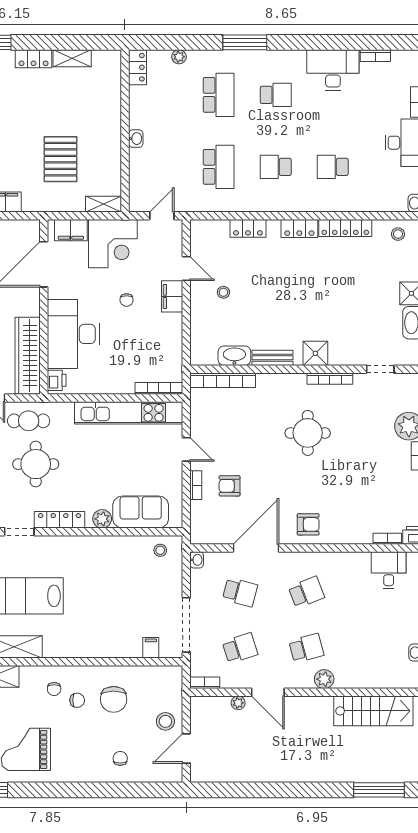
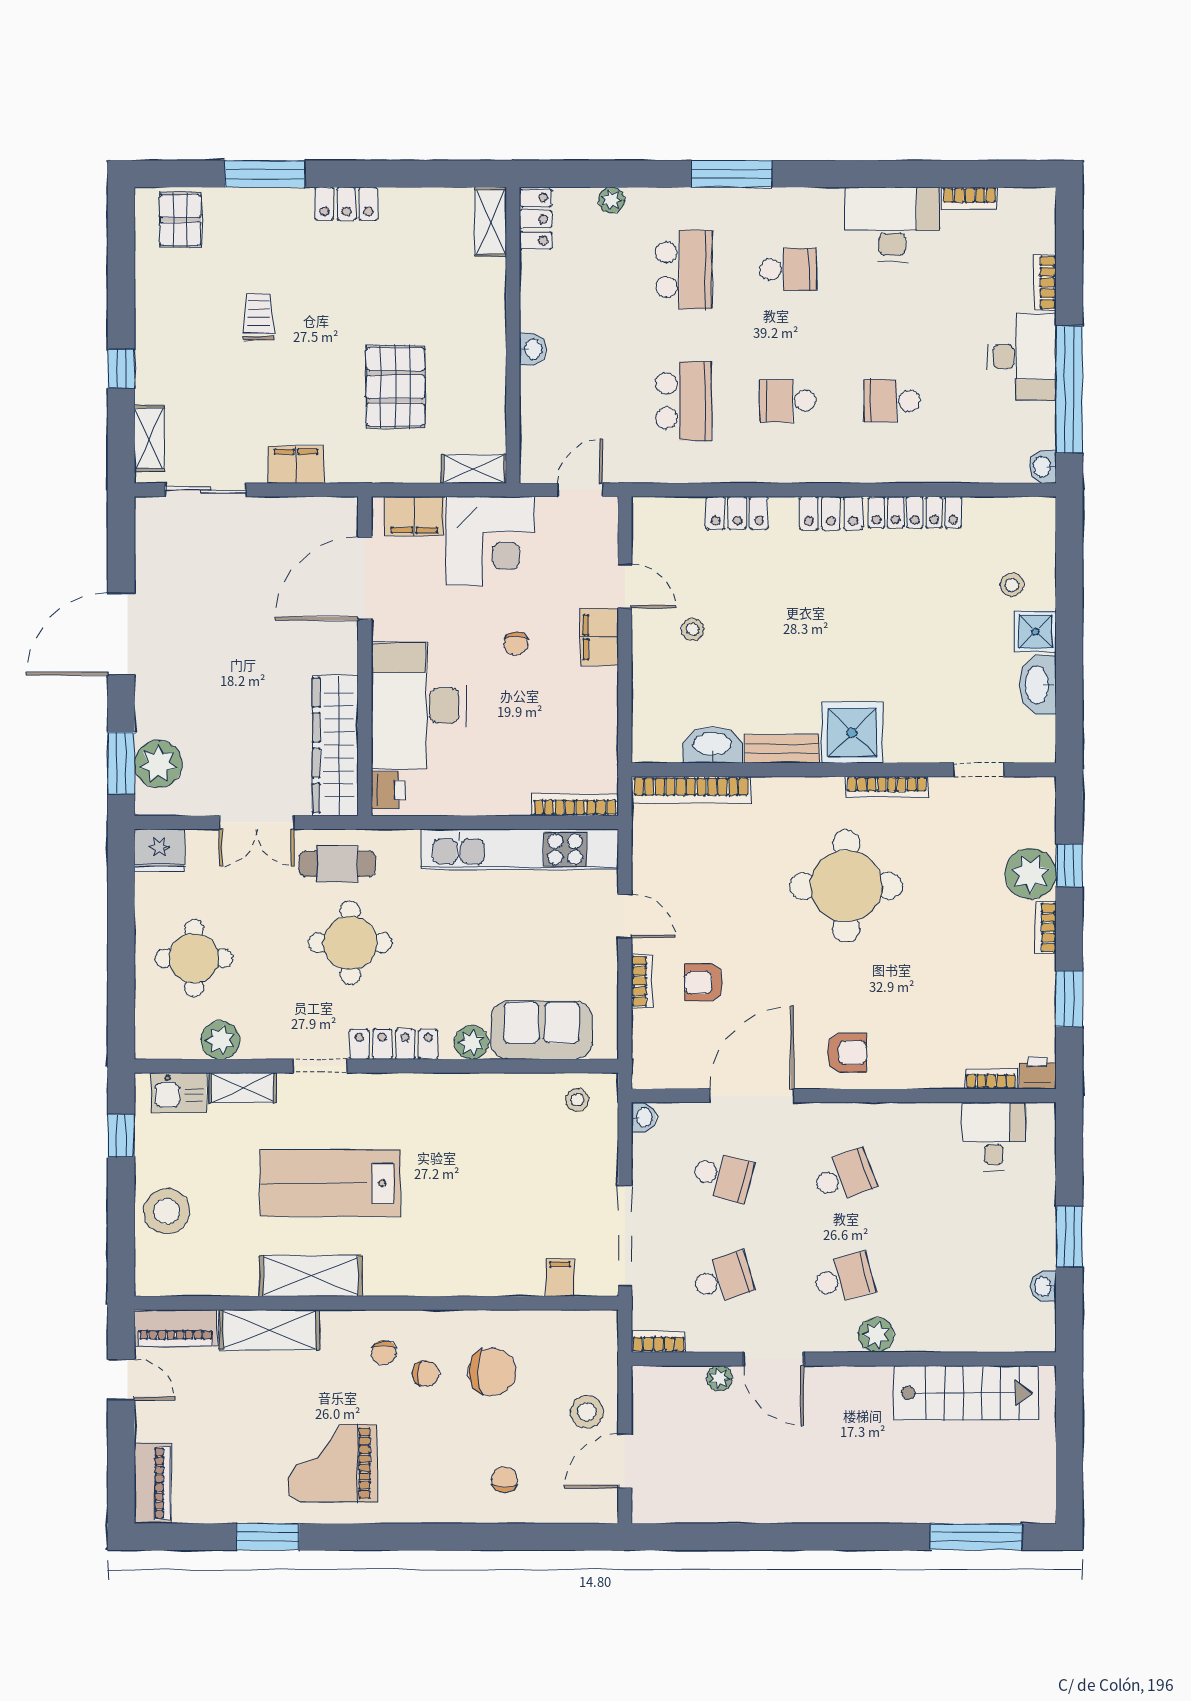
shelving: (72, 58) -> (491, 222), moved, turned 90
stool: (398, 234) -> (1012, 585), moved
shower: (315, 353) -> (852, 733), width x1.36, depth x1.36
round table: (308, 433) -> (846, 886), width x1.36, depth x1.36
chair: (114, 699) -> (492, 1372), turned -90

